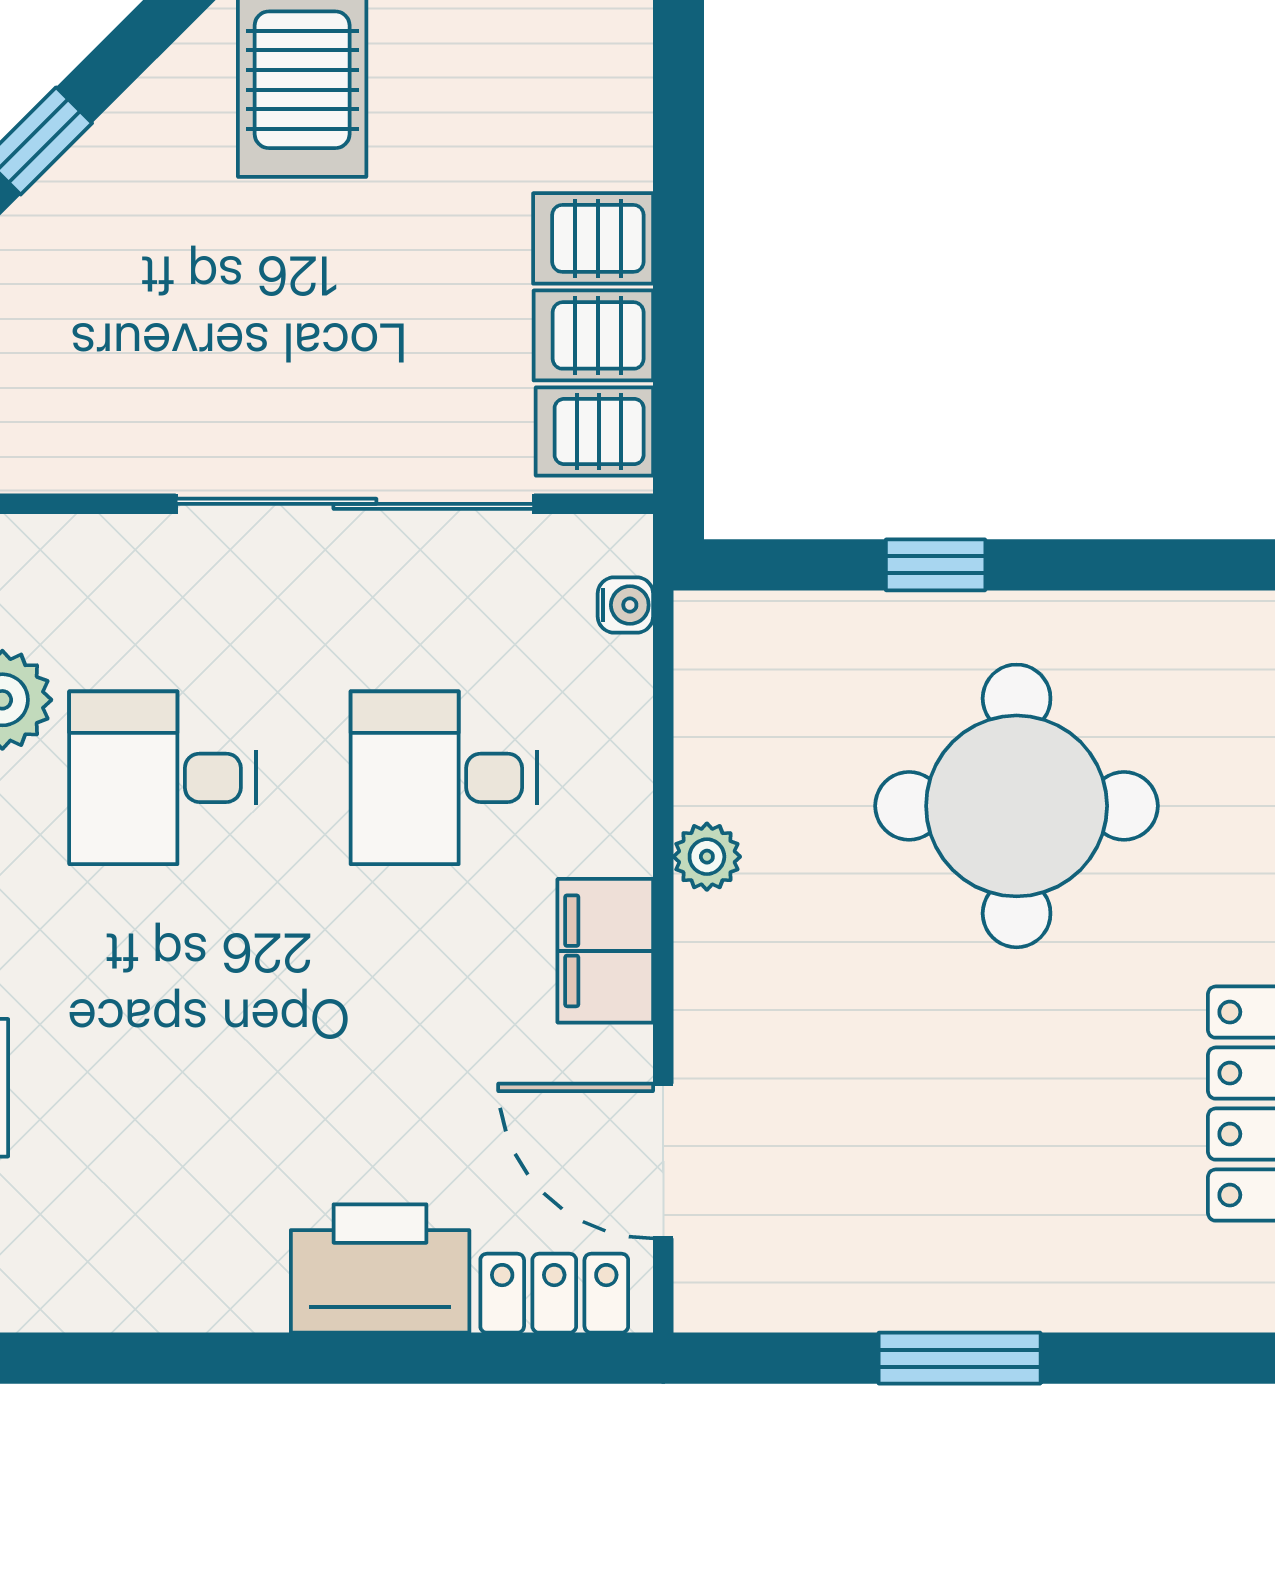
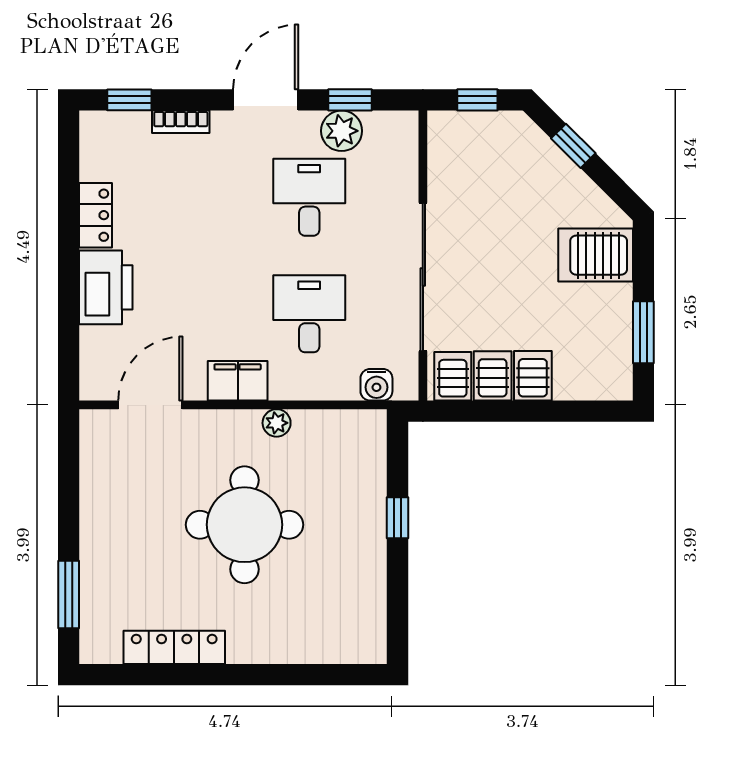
water cooler: (625, 605) -> (376, 385), width x1.38, depth x1.38
round table: (1017, 806) -> (244, 525), moved
locker: (554, 1293) -> (96, 215), moved
window: (960, 1358) -> (69, 594), moved

